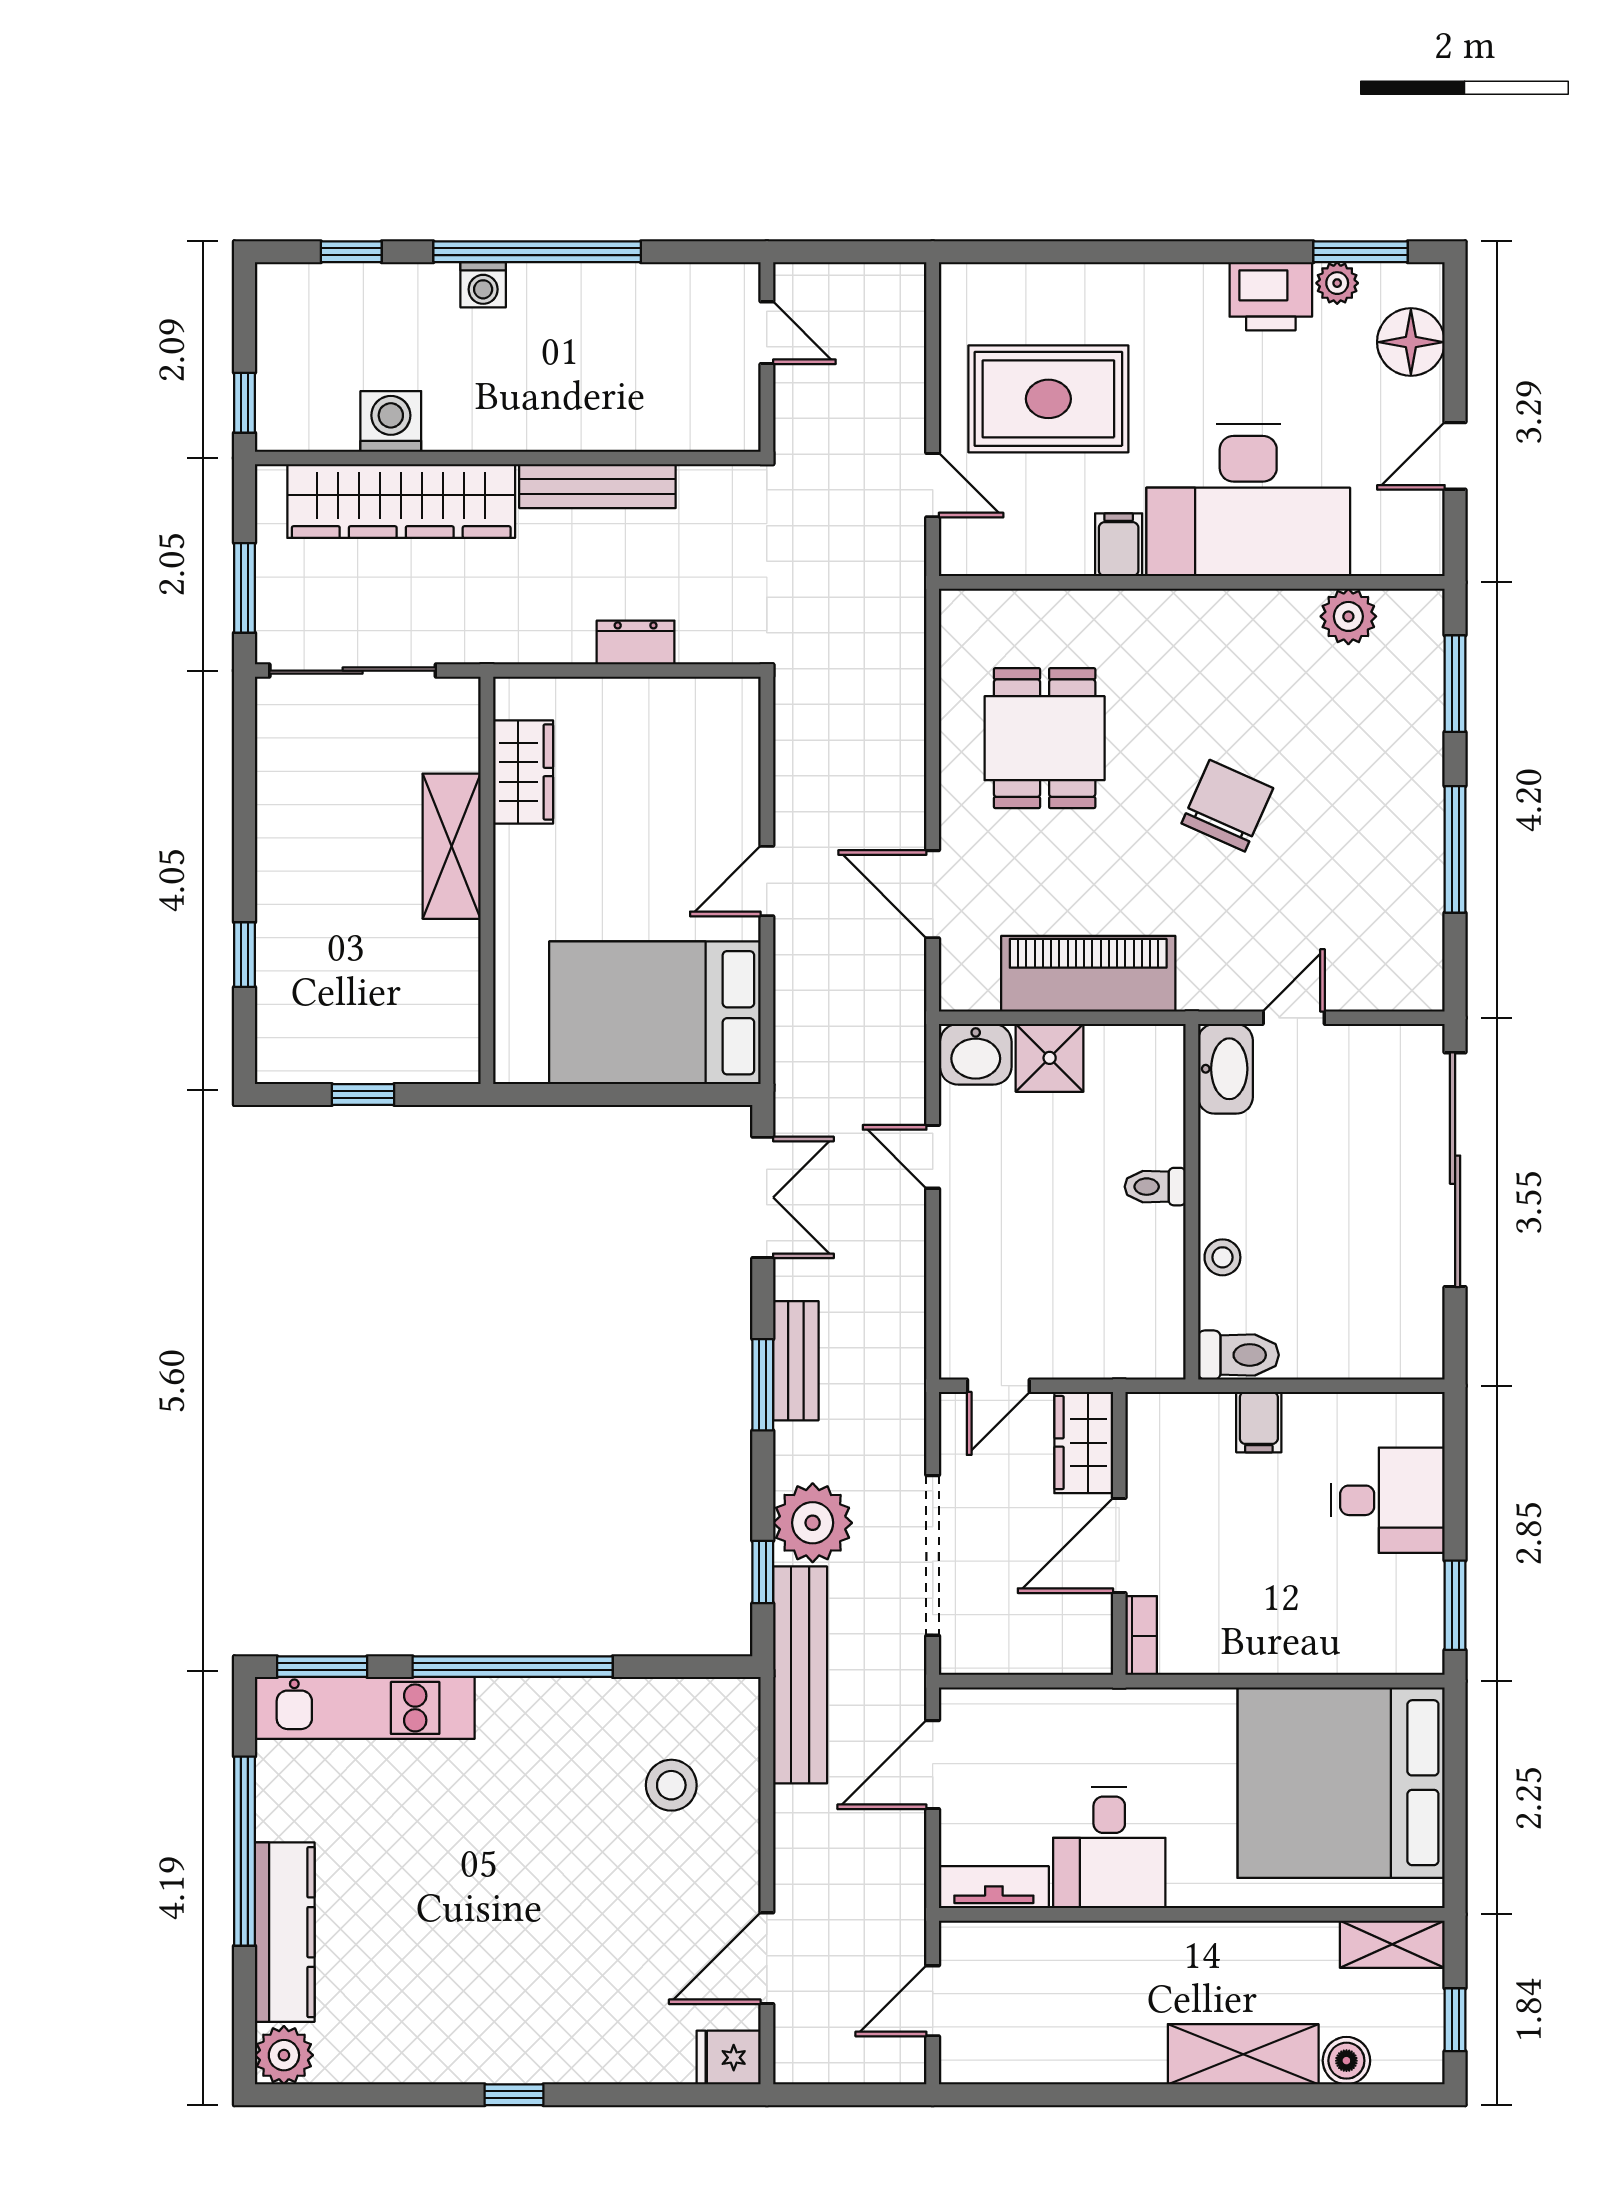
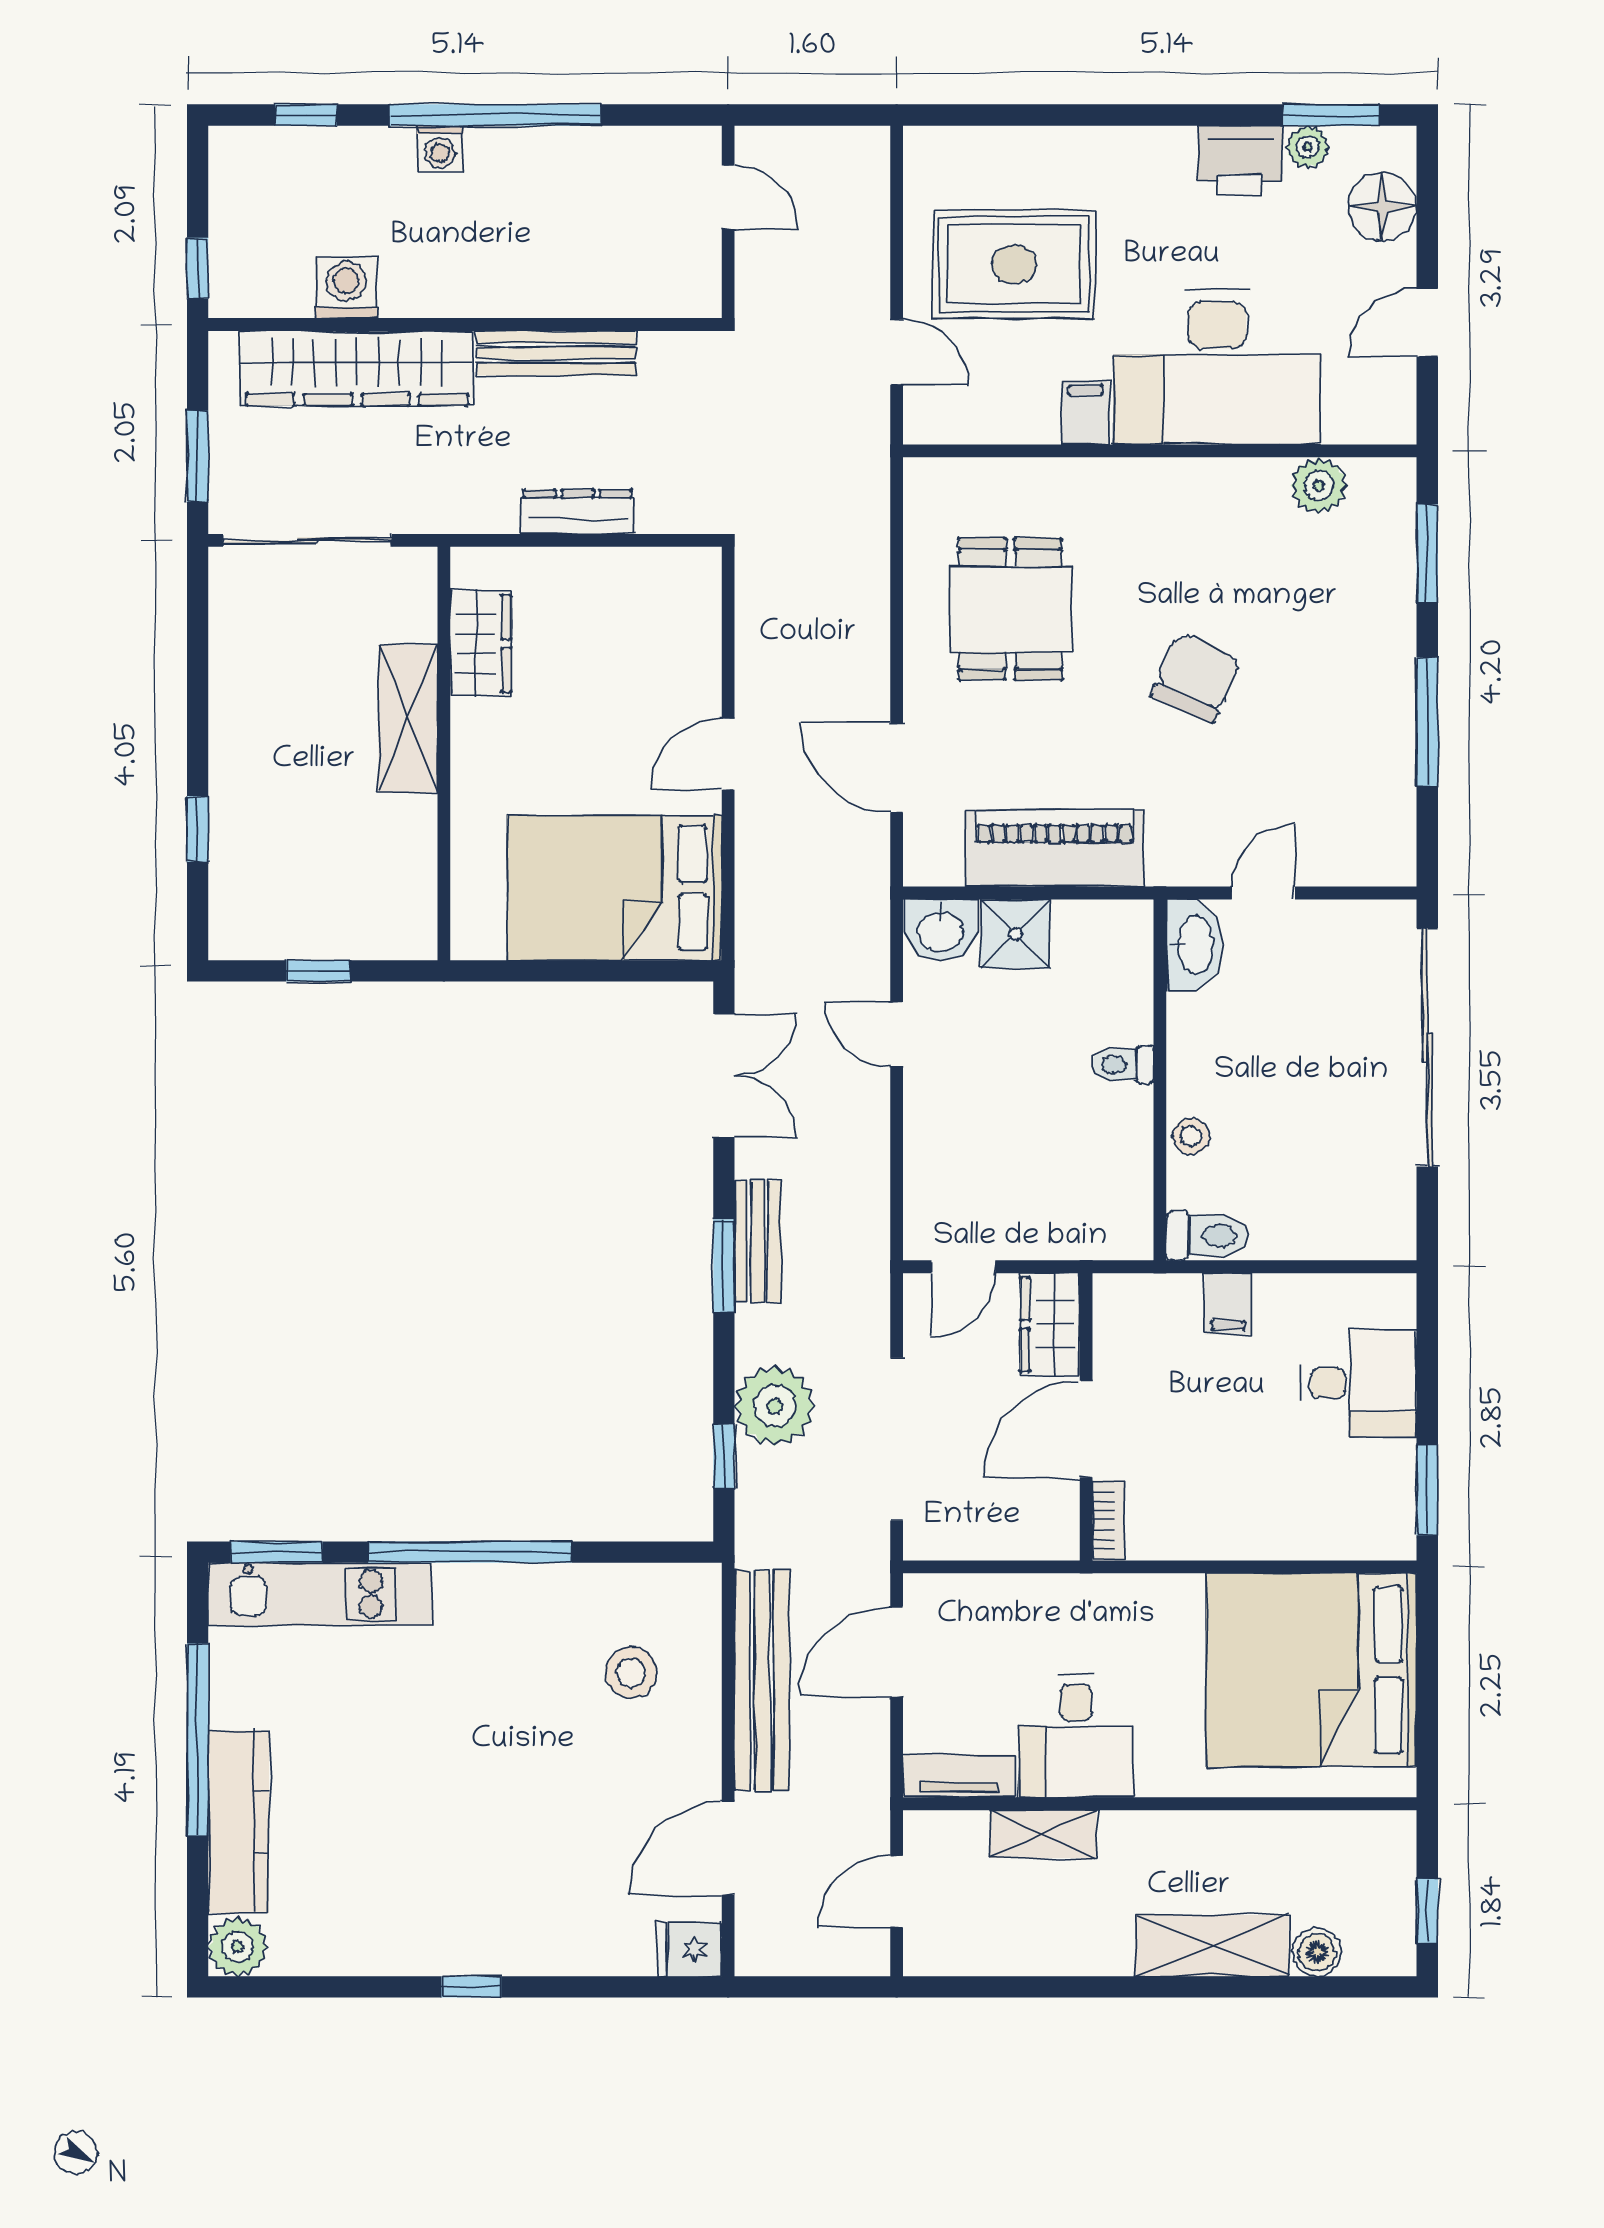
dresser: (636, 642) -> (578, 512), width x1.44
bench: (800, 1675) -> (762, 1680), moved
shelving: (1392, 1944) -> (1043, 1834), moved

